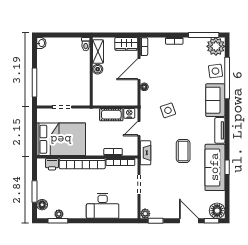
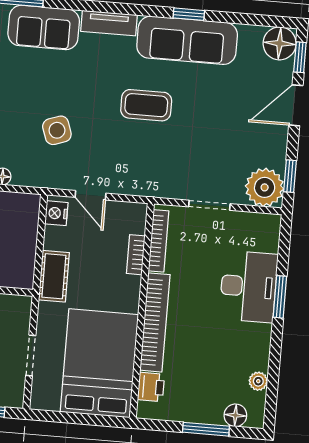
cot: (111, 115) -> (54, 276), moved
fireplace: (146, 153) -> (143, 186), removed
plant: (145, 214) -> (265, 187), width x1.88, depth x1.88
window: (58, 221) -> (280, 297), moved

